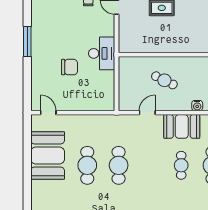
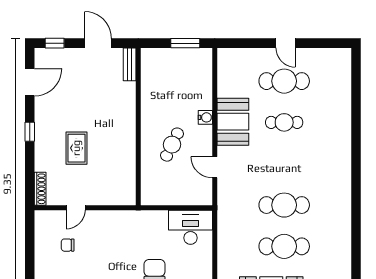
desk: (102, 53) -> (191, 227), moved
water cooler: (197, 106) -> (205, 117), moved

